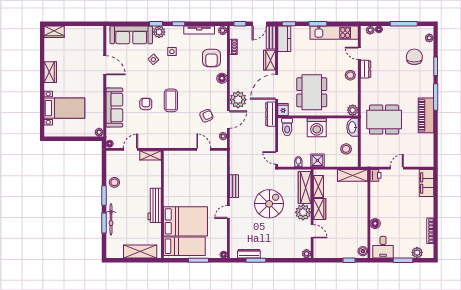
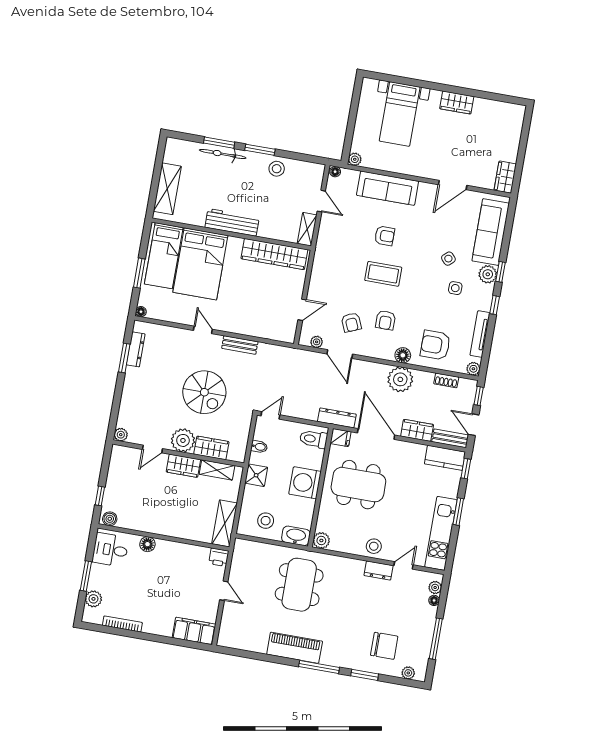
wardrobe: (54, 32) -> (505, 177), moved
armchair: (201, 94) -> (386, 320), added
plant: (238, 100) -> (400, 379), moved
wardrobe: (171, 174) -> (274, 254), added
wardrobe: (305, 187) -> (211, 448), width x0.67

